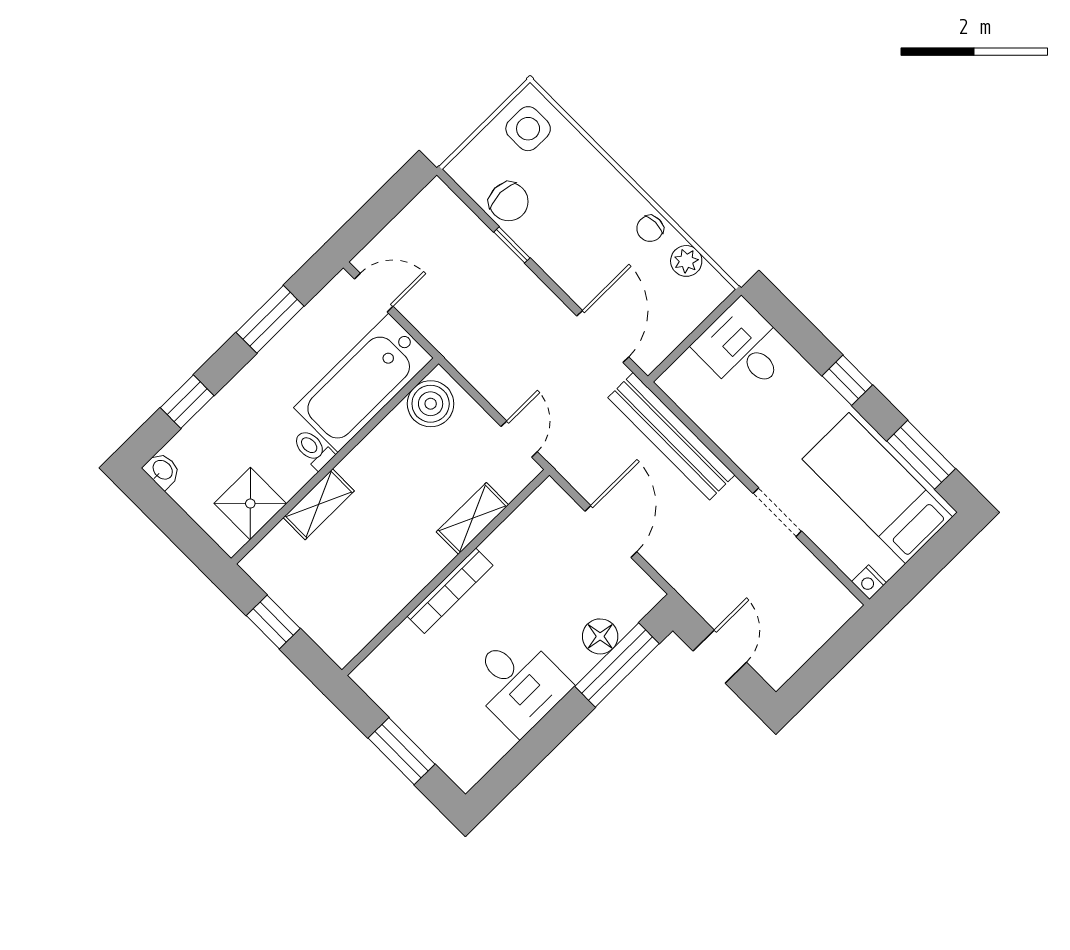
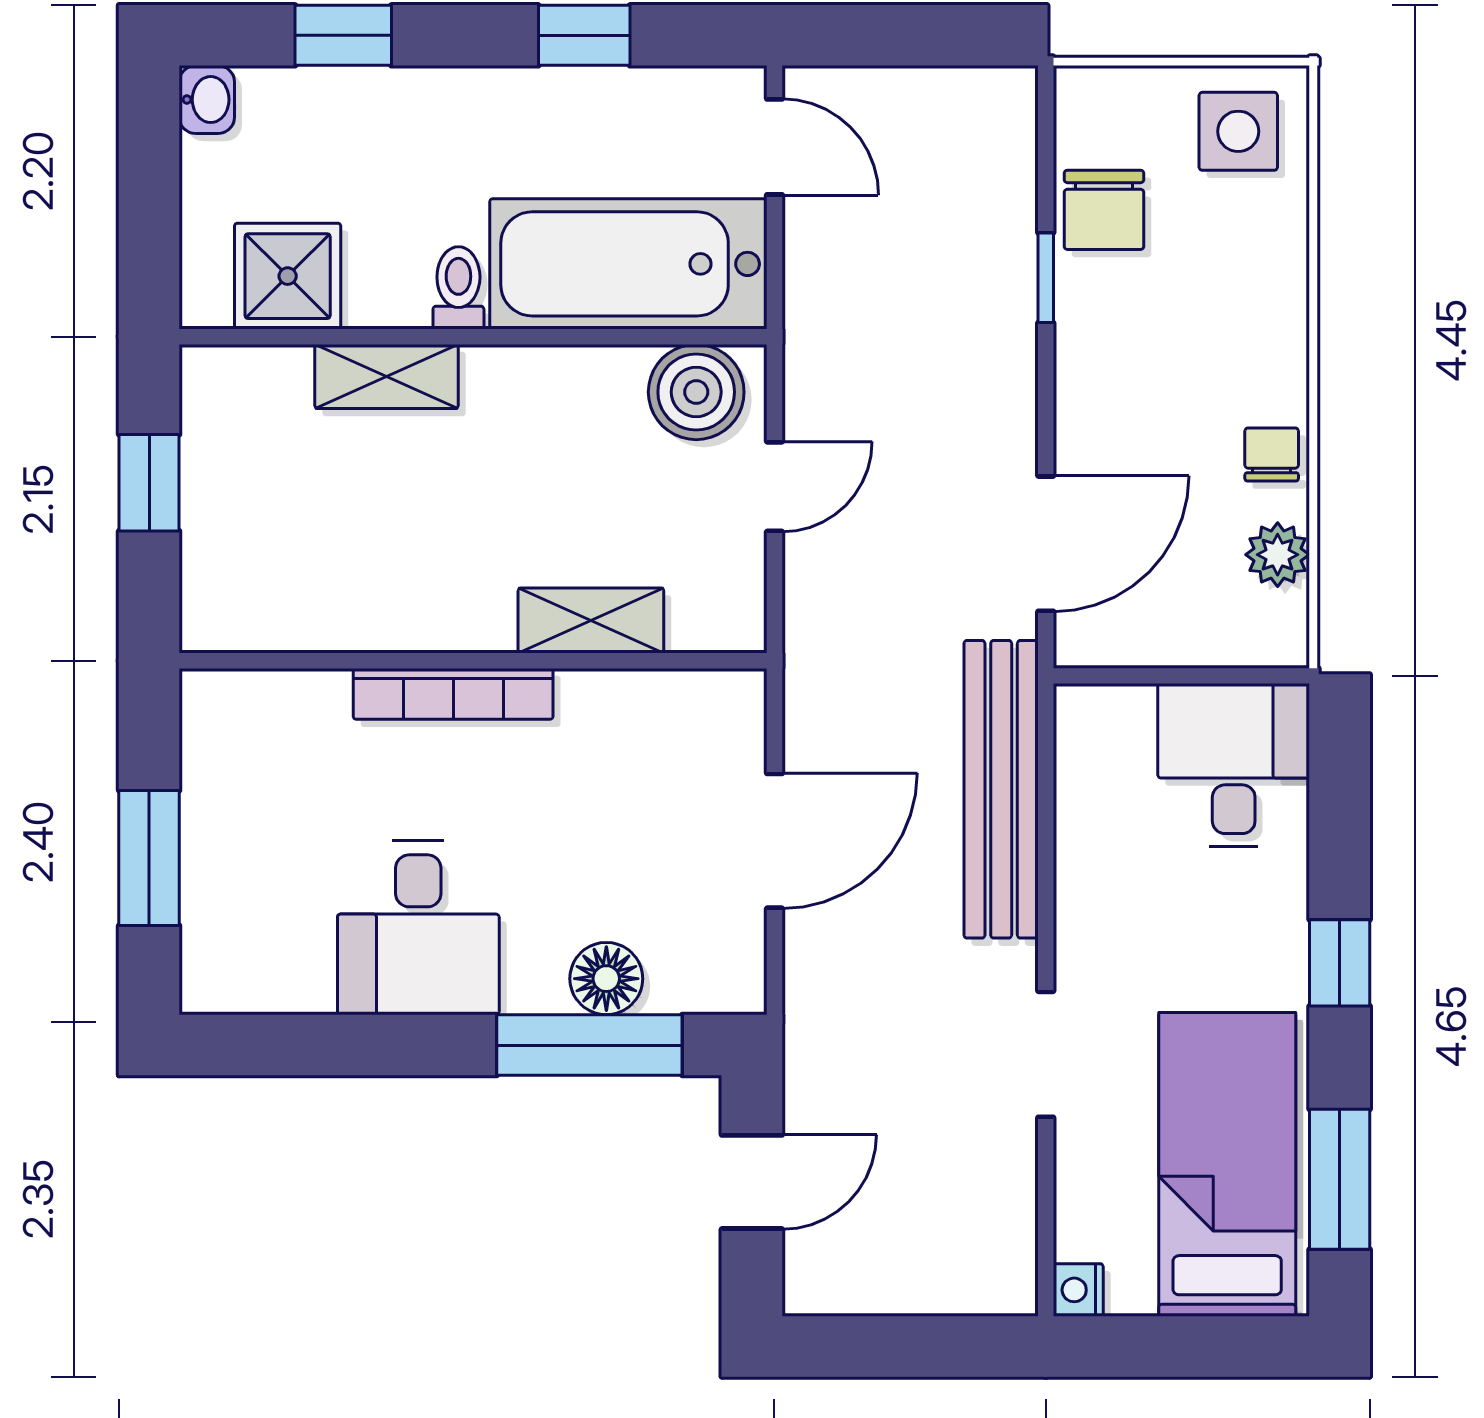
chair: (650, 229) -> (1272, 454), turned 90
window: (270, 319) -> (584, 35), width x0.67
door: (519, 439) -> (774, 487), moved

